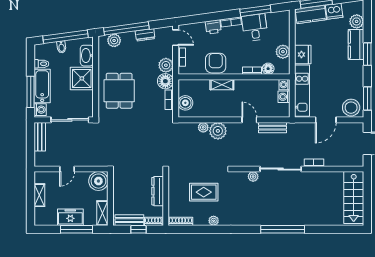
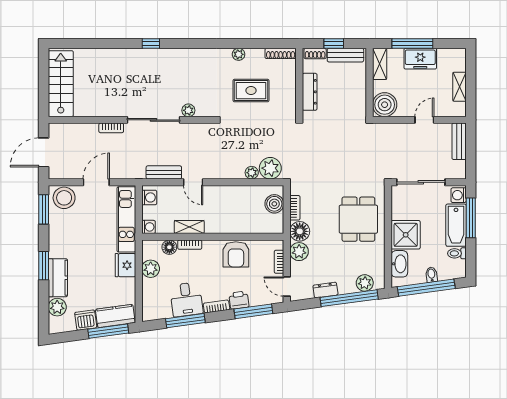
window: (202, 18) -> (253, 311), added
shelving: (222, 85) -> (189, 227), moved
washing machine: (284, 97) -> (149, 197), moved
plant: (218, 131) -> (270, 168), moved
bench: (40, 137) -> (459, 141), moved
window: (283, 229) -> (151, 43), width x0.32

